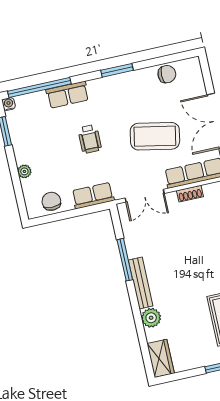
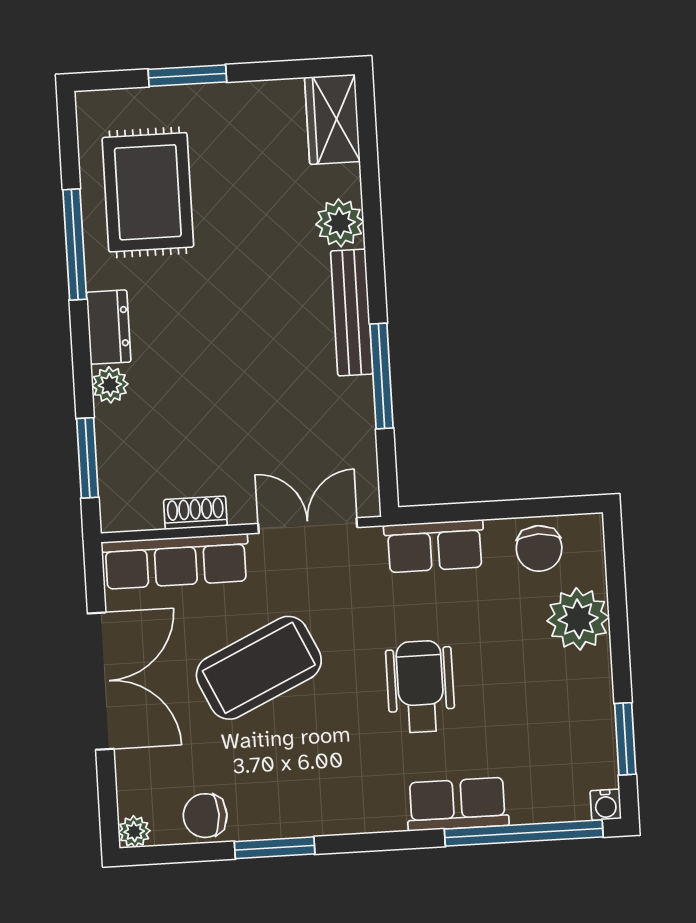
plant: (194, 63) -> (134, 832), added
window: (117, 70) -> (275, 848), moved
coffee table: (155, 136) -> (259, 668), turned -36
wheelchair: (90, 139) -> (420, 687), width x1.36, depth x1.37
plant: (24, 171) -> (578, 619), width x1.88, depth x1.88

